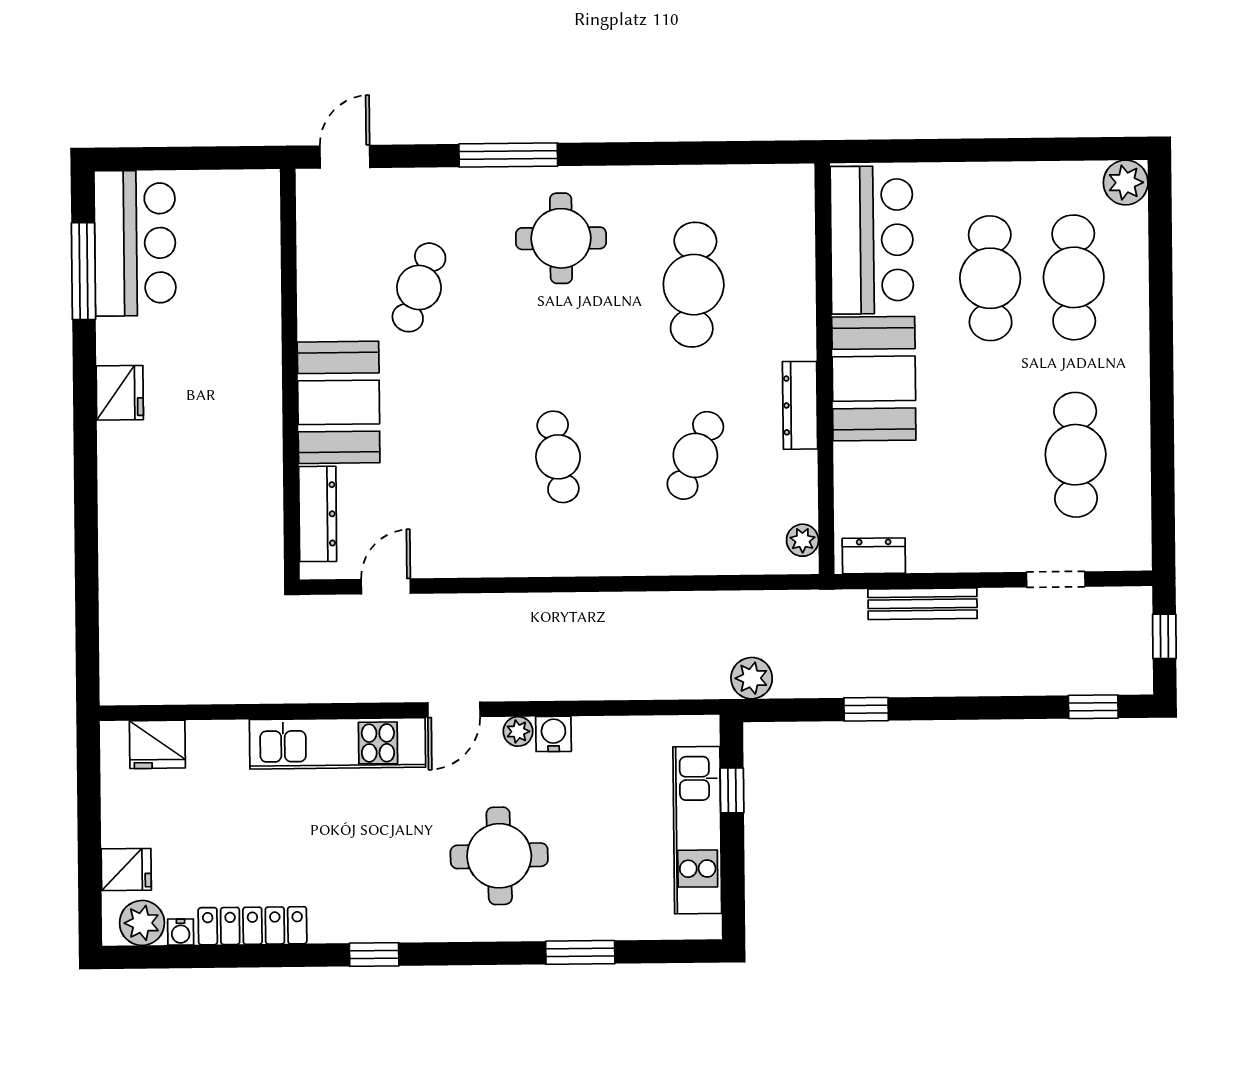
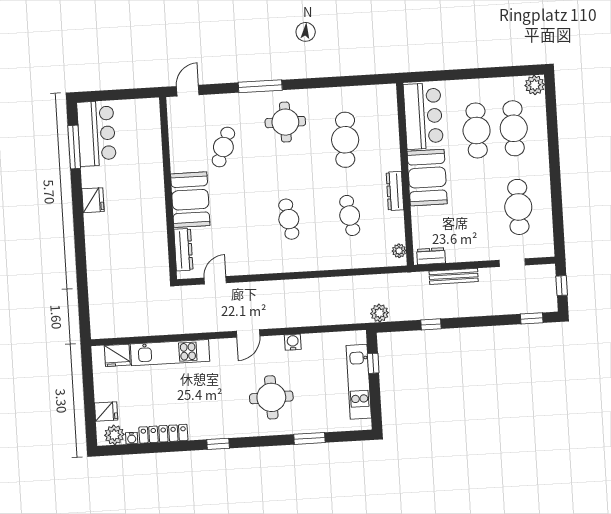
cafe table: (695, 455) -> (350, 215), turned -33
plant: (518, 731) -> (277, 342), removed
kitchen unit: (338, 743) -> (170, 353), moved

